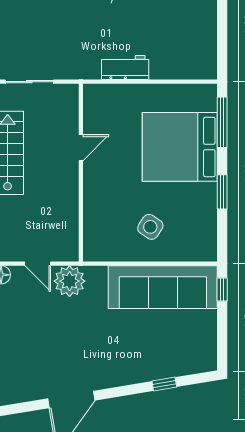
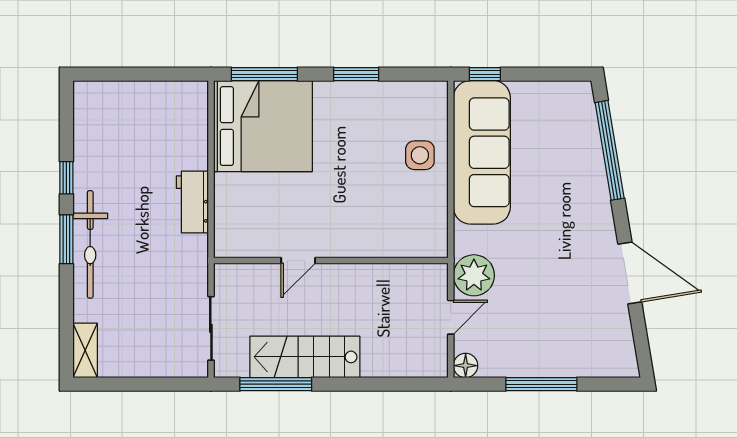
bed: (180, 147) -> (263, 126), moved, turned -90
door: (81, 148) -> (298, 260), swing flipped
side table: (150, 227) -> (420, 155), moved, turned -34
window: (164, 384) -> (610, 150), width x3.17

